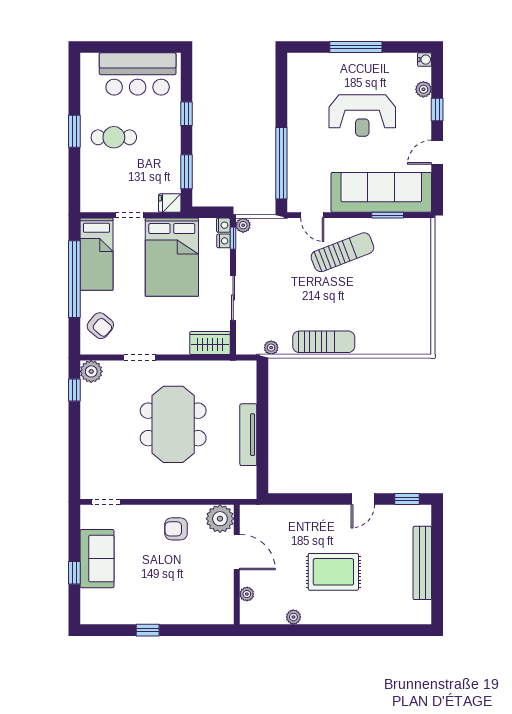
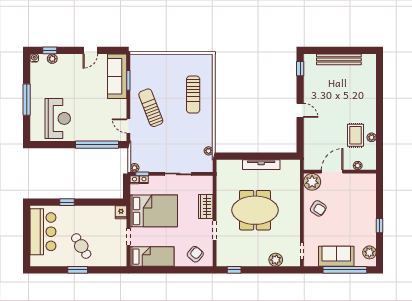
window: (437, 110) -> (50, 50), moved
reception desk: (362, 115) -> (58, 118), moved
cafe table: (114, 137) -> (81, 246), turned -32
door: (437, 152) -> (90, 50), hinge flipped
window: (186, 172) -> (102, 202), removed
sofa: (381, 192) -> (117, 76), width x0.74, depth x0.79
door: (312, 215) -> (128, 126), swing flipped
window: (74, 279) -> (167, 270), removed
sun lounger: (324, 342) -> (193, 95), moved, turned 180
wardrobe: (210, 343) -> (206, 206), moved
plant: (91, 371) -> (276, 260), moved
door: (363, 499) -> (300, 110), moved
armchair: (176, 529) -> (318, 208), turned -57
rug: (333, 572) -> (355, 135), moved, width x0.73, depth x0.70
window: (74, 573) -> (345, 270), width x3.17
plant: (103, 613) -> (369, 252), added

